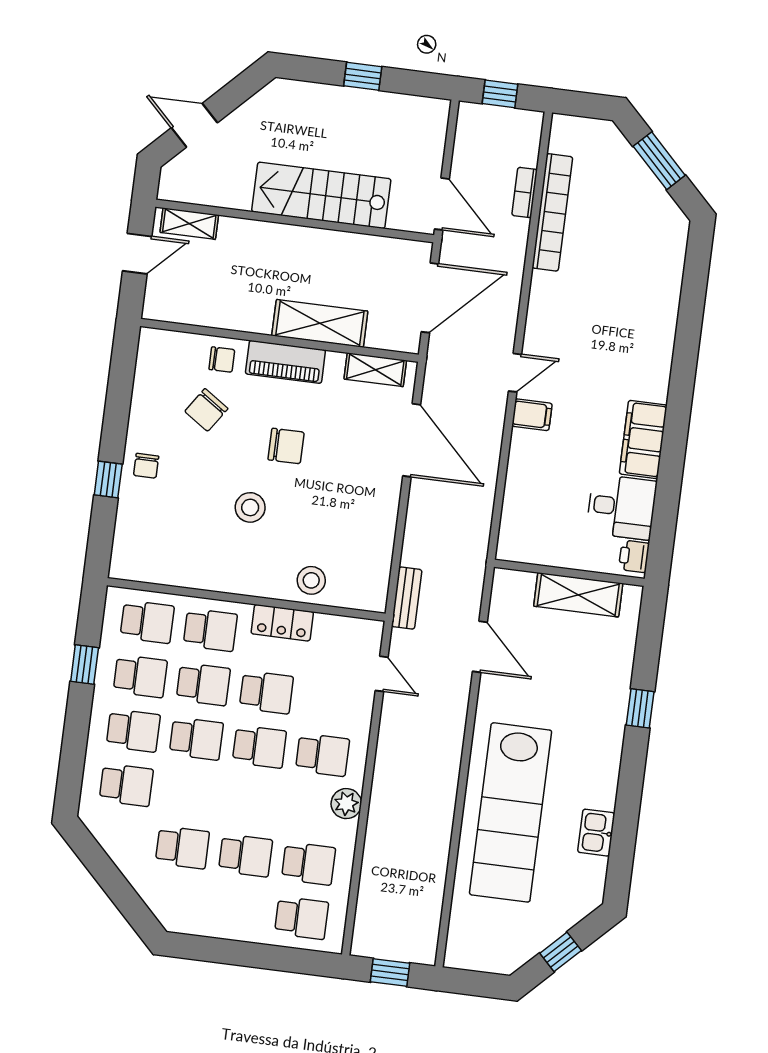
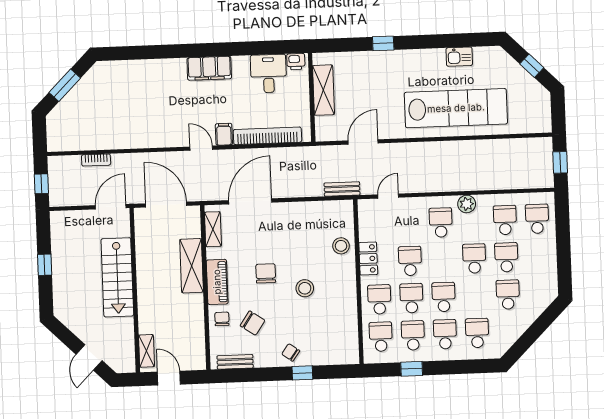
bookcase: (552, 212) -> (267, 136), moved
bench: (146, 370) -> (235, 362), added
filing cabinet: (643, 439) -> (209, 68), moved
chair: (146, 466) -> (291, 352), turned -144
school desk: (259, 747) -> (474, 259), moved

